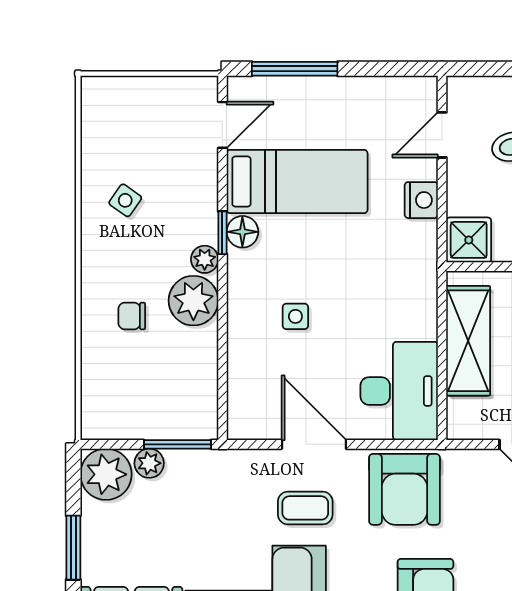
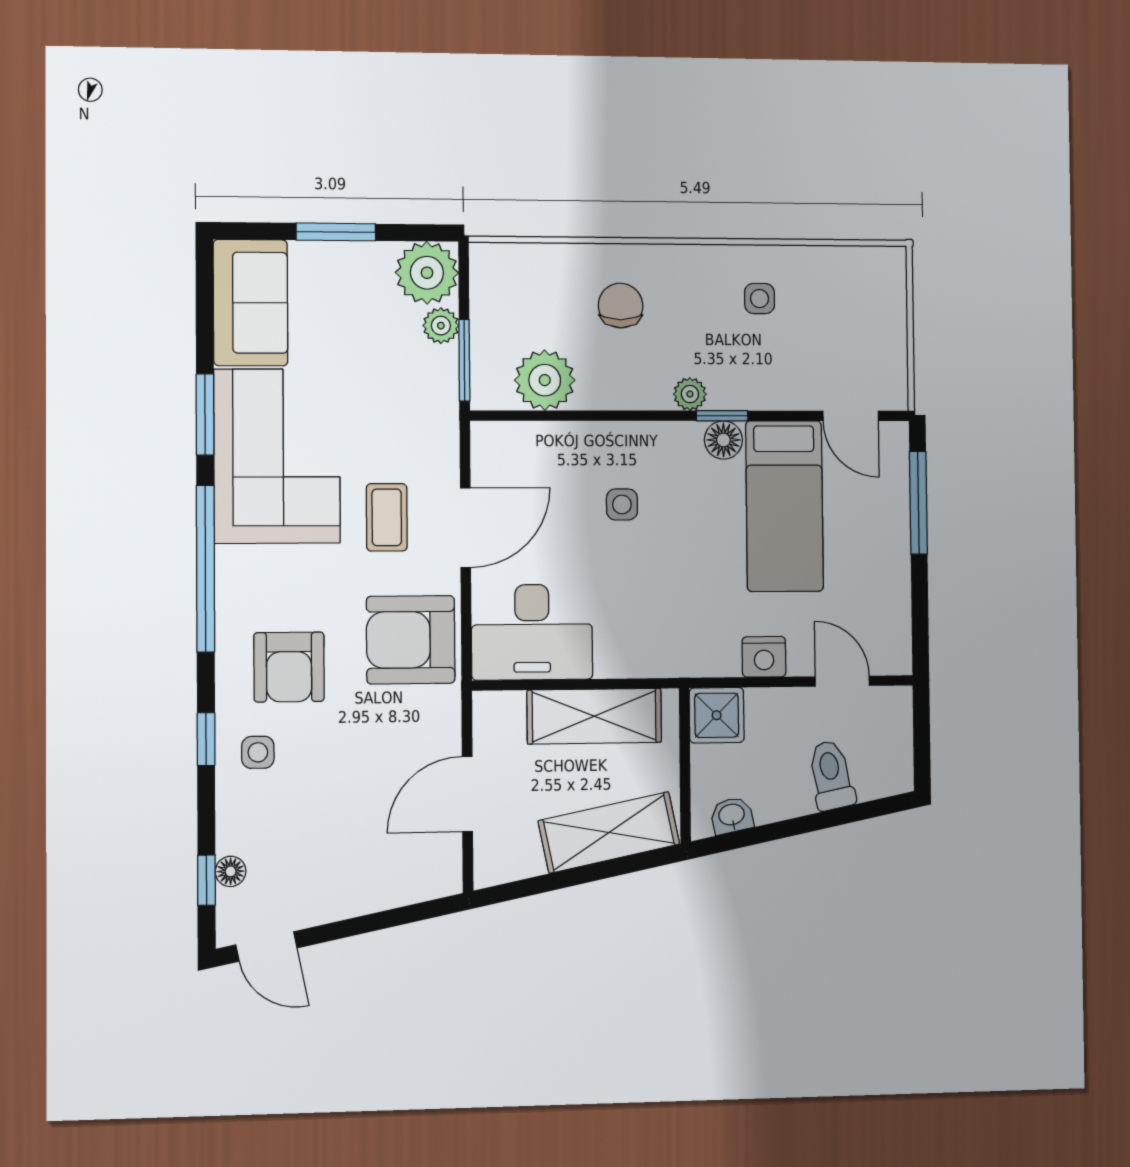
side table: (125, 200) -> (760, 299), turned -35
plant: (193, 301) -> (545, 380), moved
chair: (132, 316) -> (621, 306), width x1.37, depth x1.37

